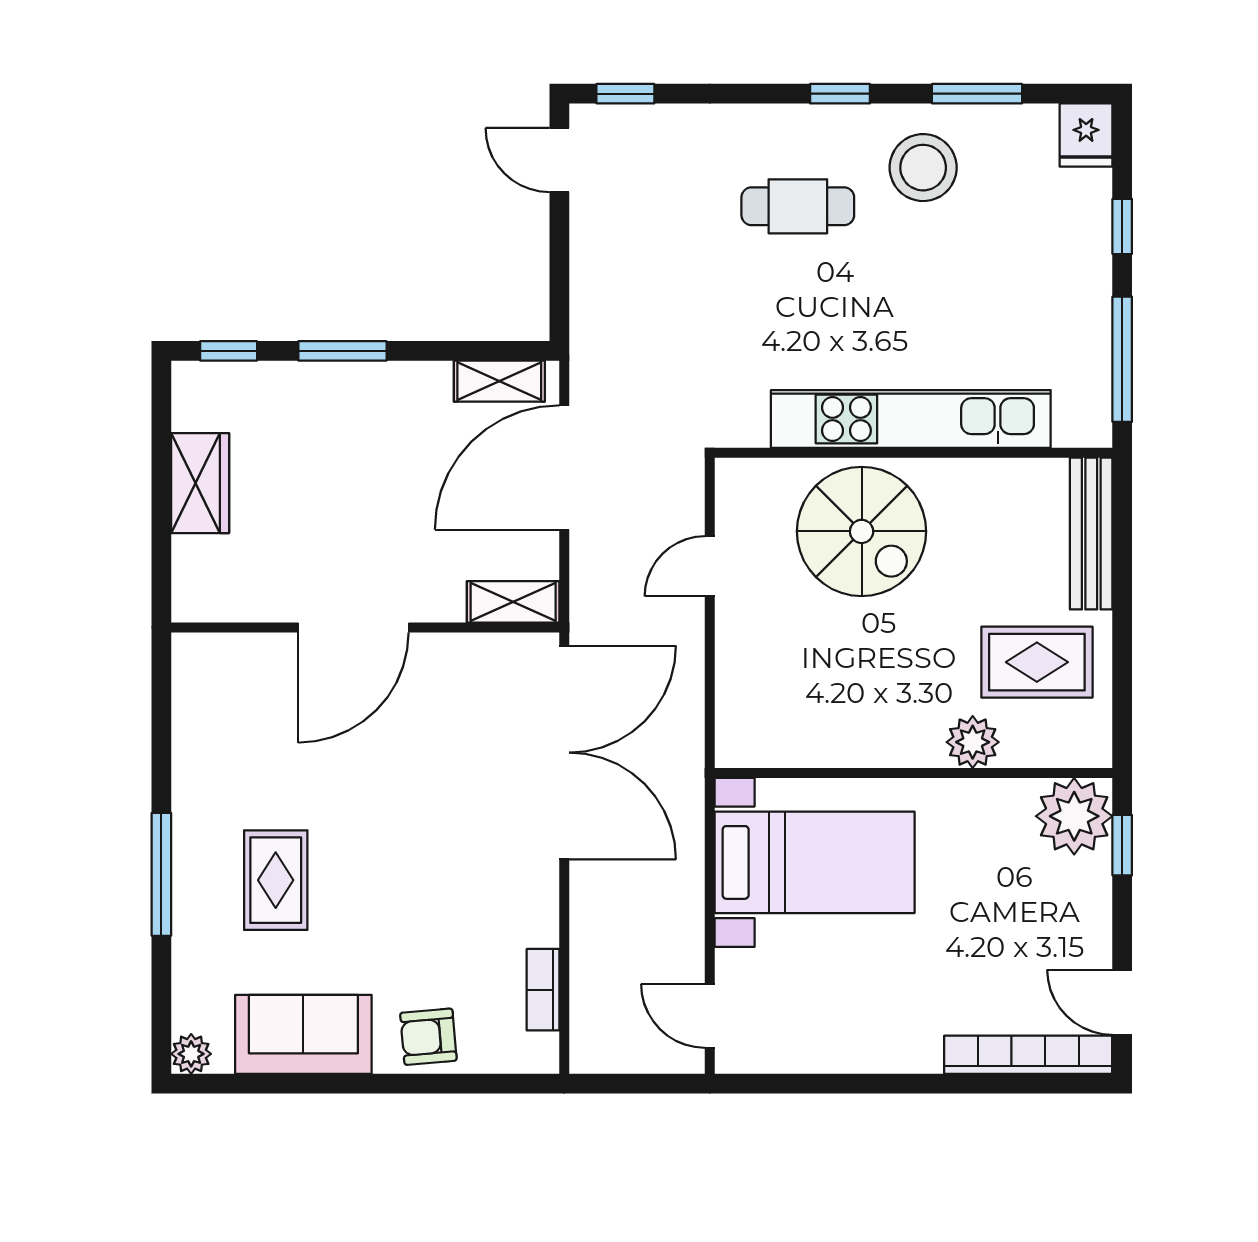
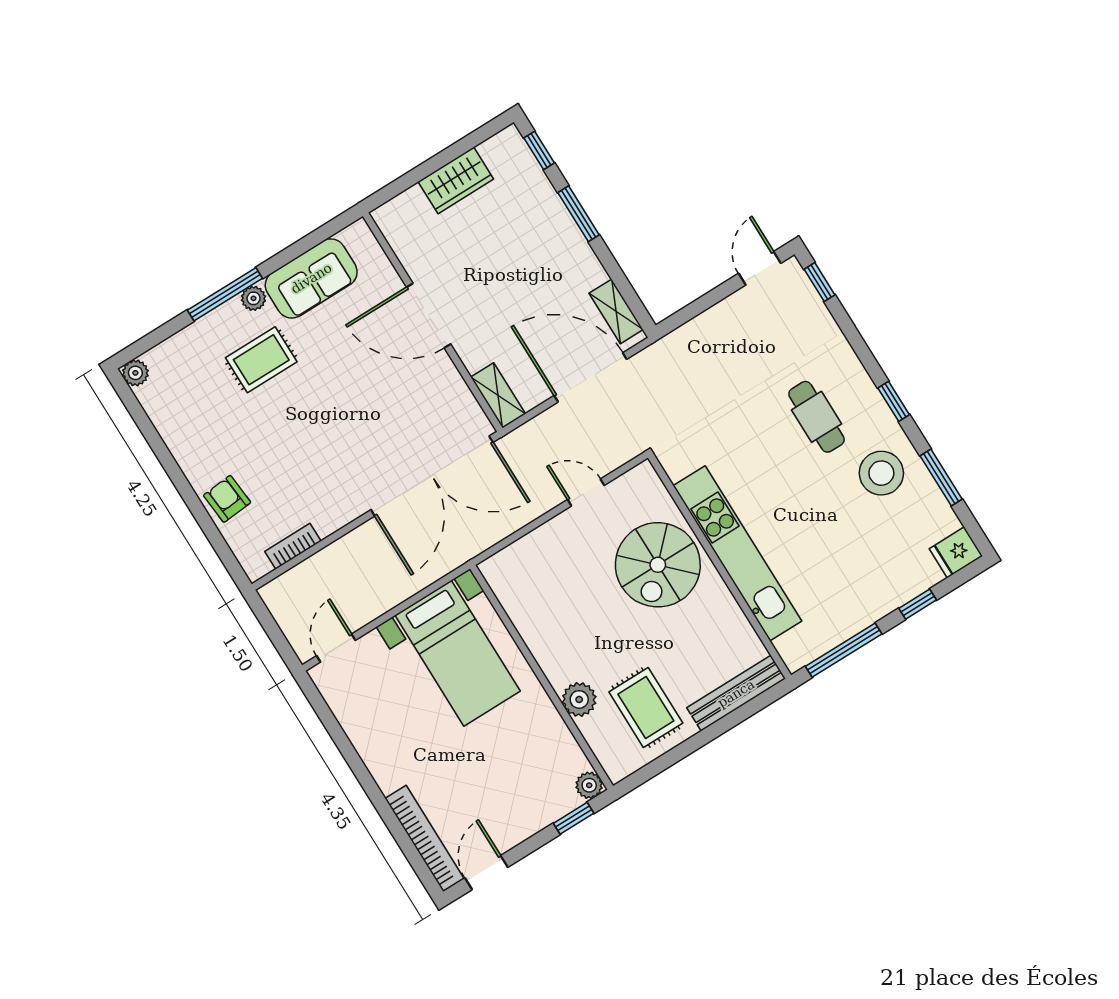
plant: (1074, 816) -> (589, 785), width x0.53, depth x0.53
plant: (190, 841) -> (253, 298), added
sofa: (303, 1034) -> (311, 278), moved, turned 90

